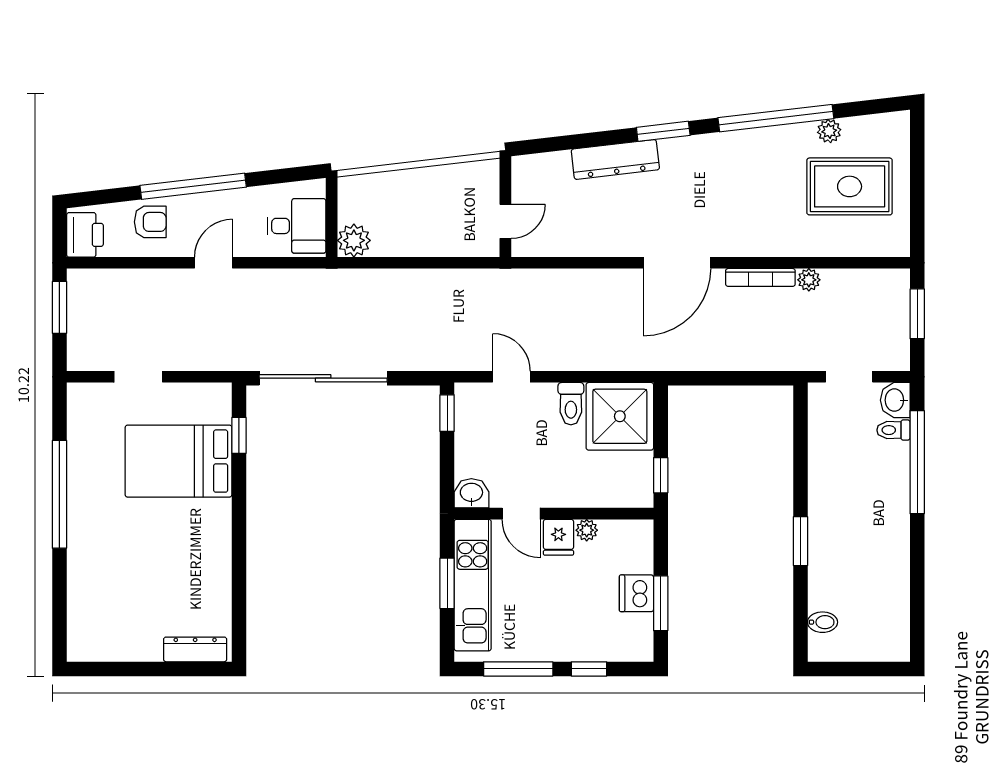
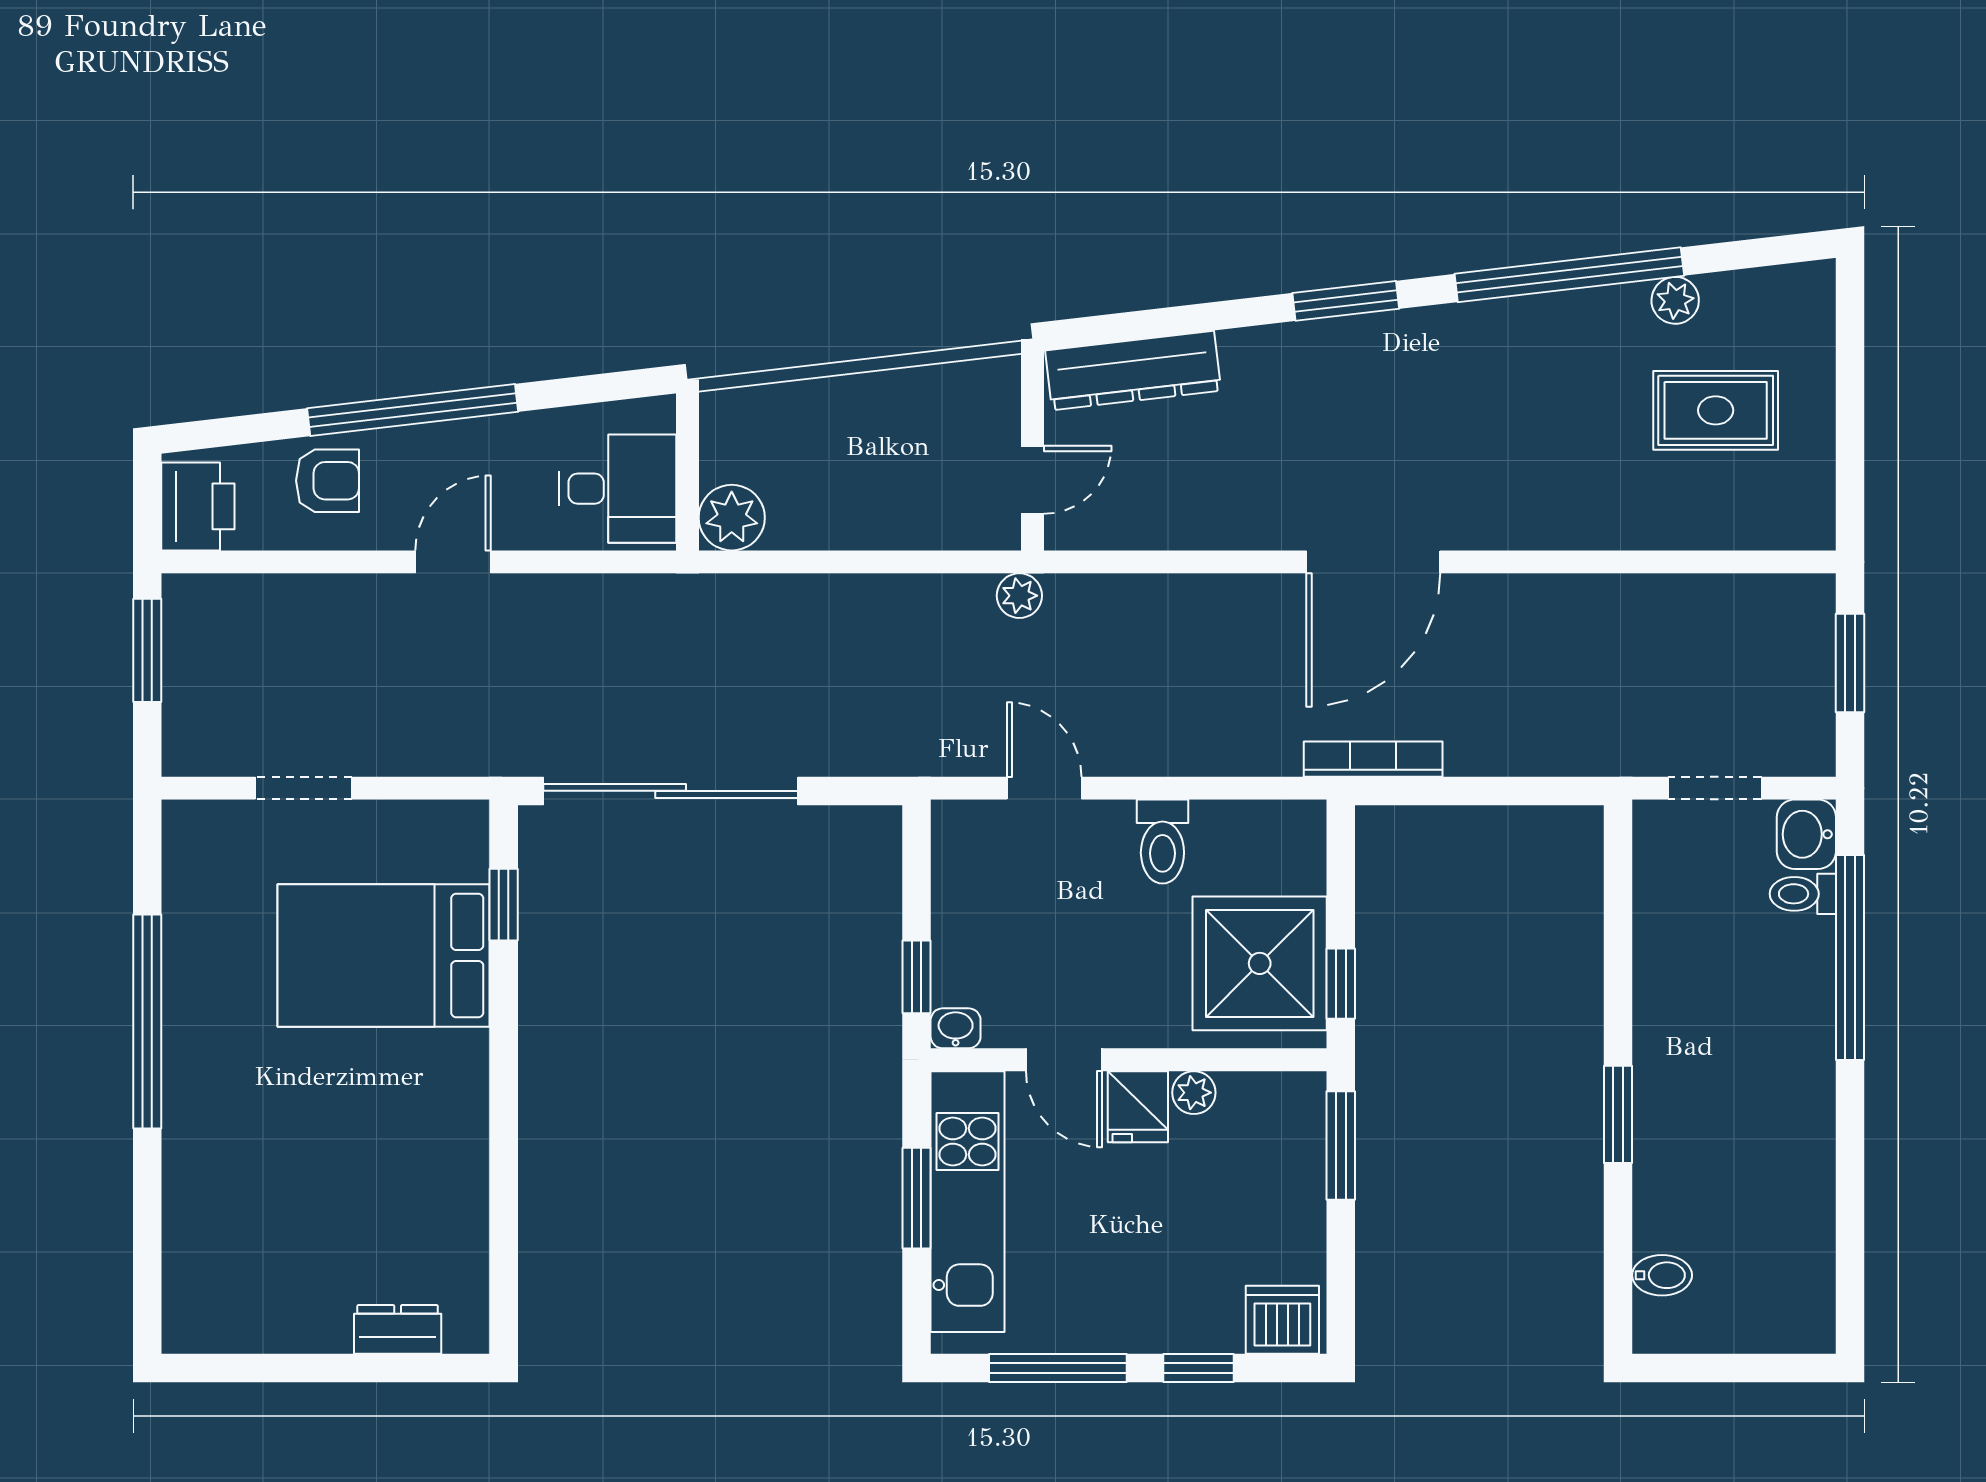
dresser: (615, 159) -> (1133, 371), moved
rug: (850, 186) -> (1716, 410), width x0.73, depth x0.70
bookcase: (760, 277) -> (1373, 759), moved, turned 180
plant: (809, 280) -> (1019, 596), moved
window: (447, 413) -> (917, 977), moved
shower: (620, 416) -> (1260, 963), moved
washbasin: (471, 493) -> (956, 1028), width x0.72, depth x0.69
dishwasher: (636, 593) -> (1282, 1320), moved, turned 90
window: (661, 603) -> (1341, 1146), moved
dresser: (195, 649) -> (398, 1329), width x0.70

